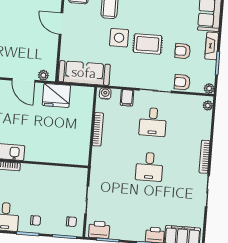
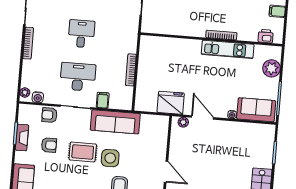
fireplace: (212, 46) -> (22, 137), moved
sofa: (84, 73) -> (115, 122), moved
armchair: (182, 82) -> (49, 115), turned 180
plant: (209, 88) -> (24, 109), removed
water cooler: (105, 94) -> (38, 97), moved
desk: (153, 122) -> (78, 77), width x1.37

